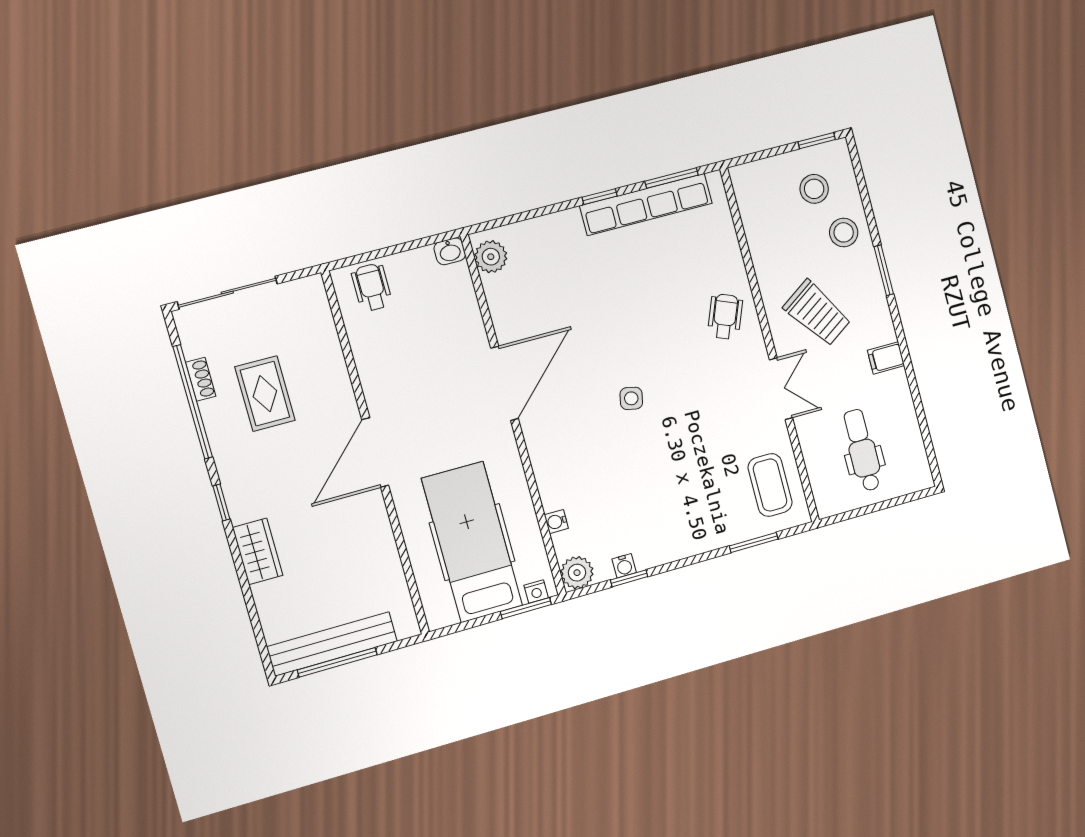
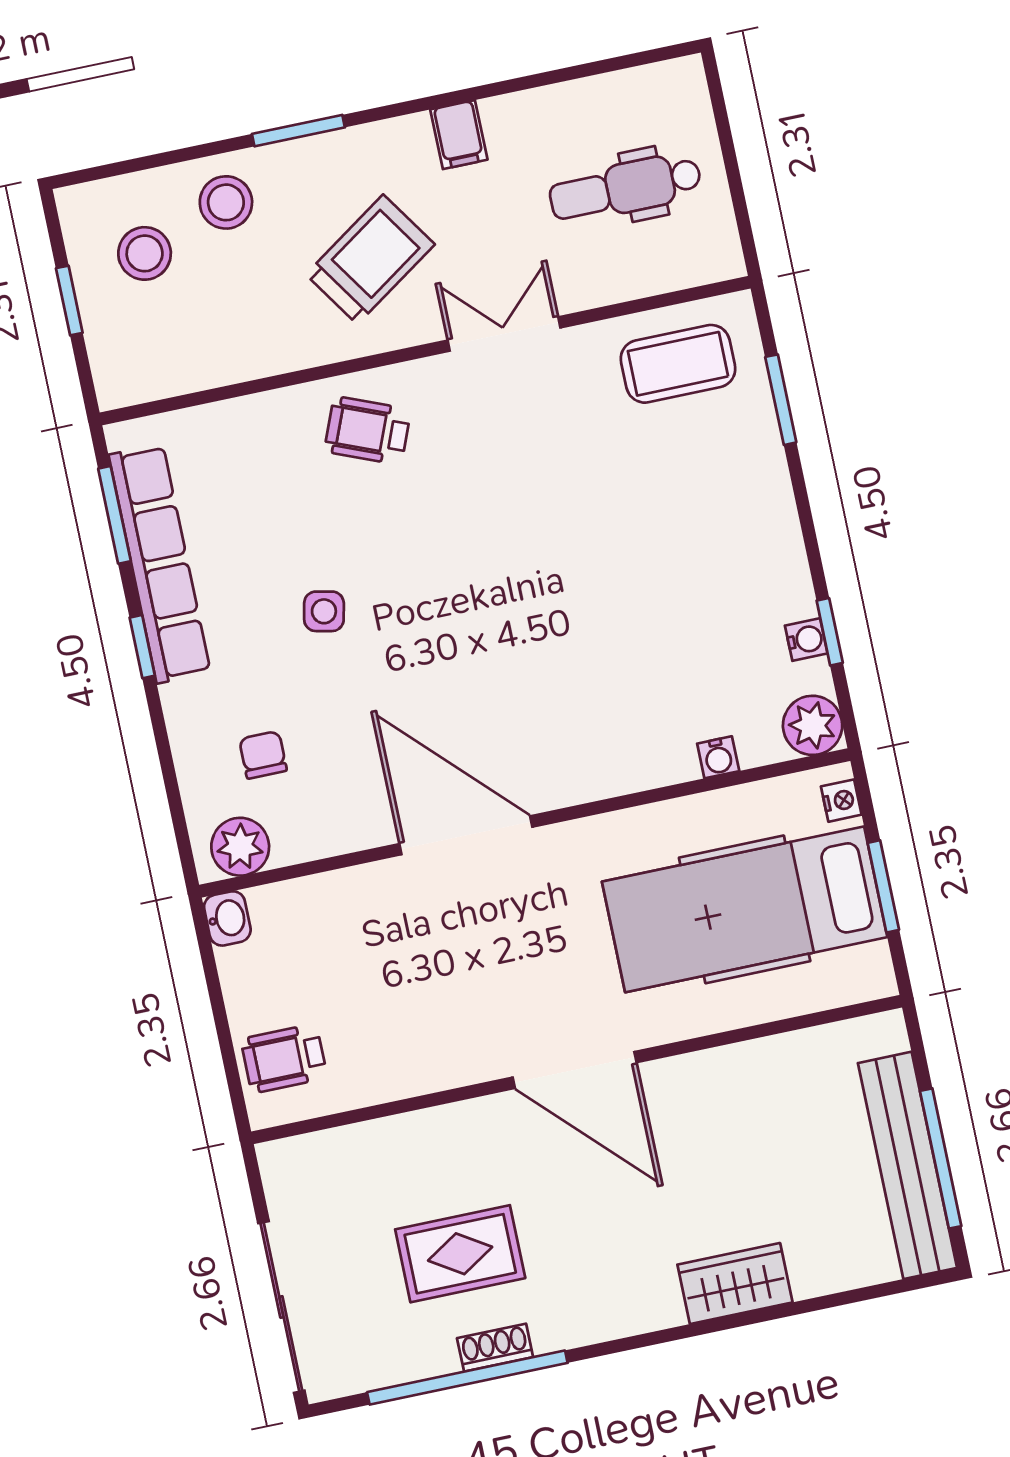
window: (817, 141) -> (69, 300), moved
chair: (543, 267) -> (263, 755), added
shoe rack: (201, 379) -> (495, 1348), moved
side table: (631, 398) -> (324, 611), moved
window: (221, 503) -> (646, 1340), removed
window: (526, 608) -> (883, 886), moved

